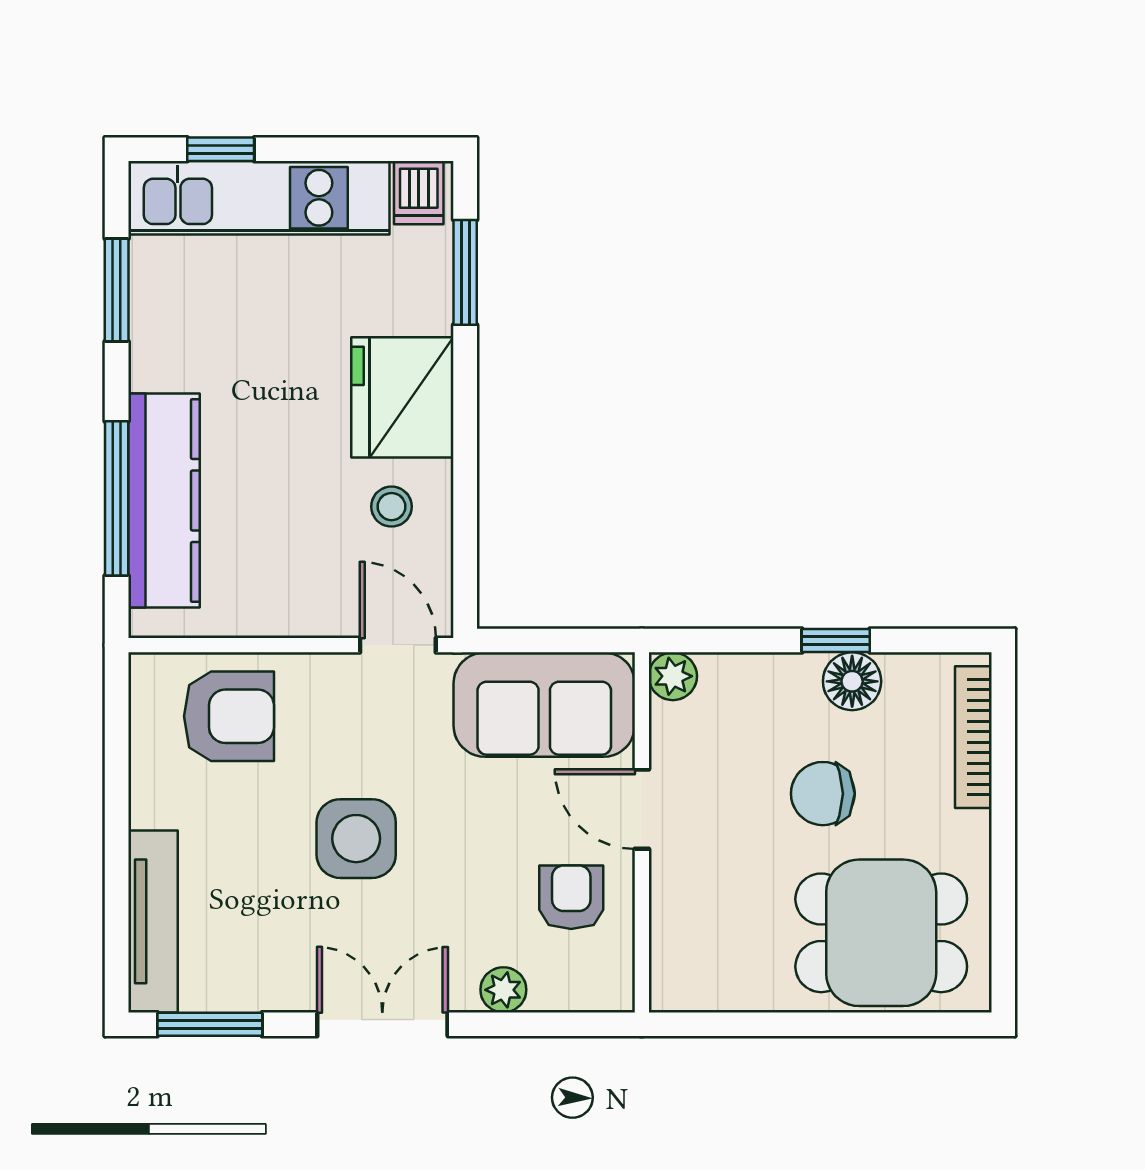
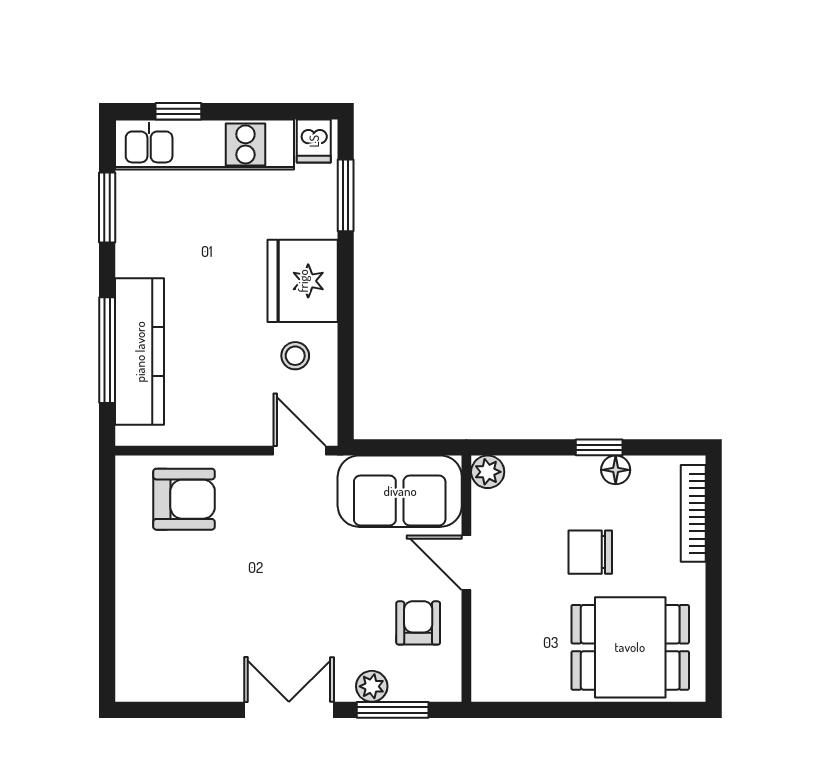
floor lamp: (852, 681) -> (616, 470), width x0.73, depth x0.73
side table: (356, 839) -> (271, 583), removed
tv unit: (153, 921) -> (132, 640), removed
window: (210, 1024) -> (393, 710), moved

